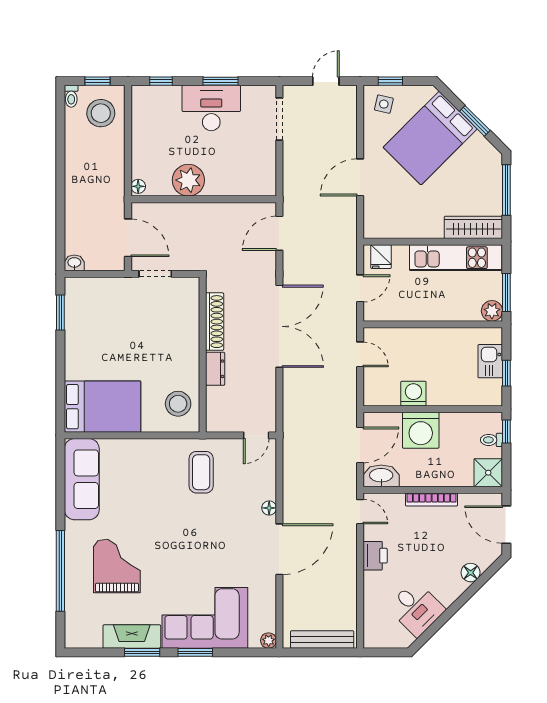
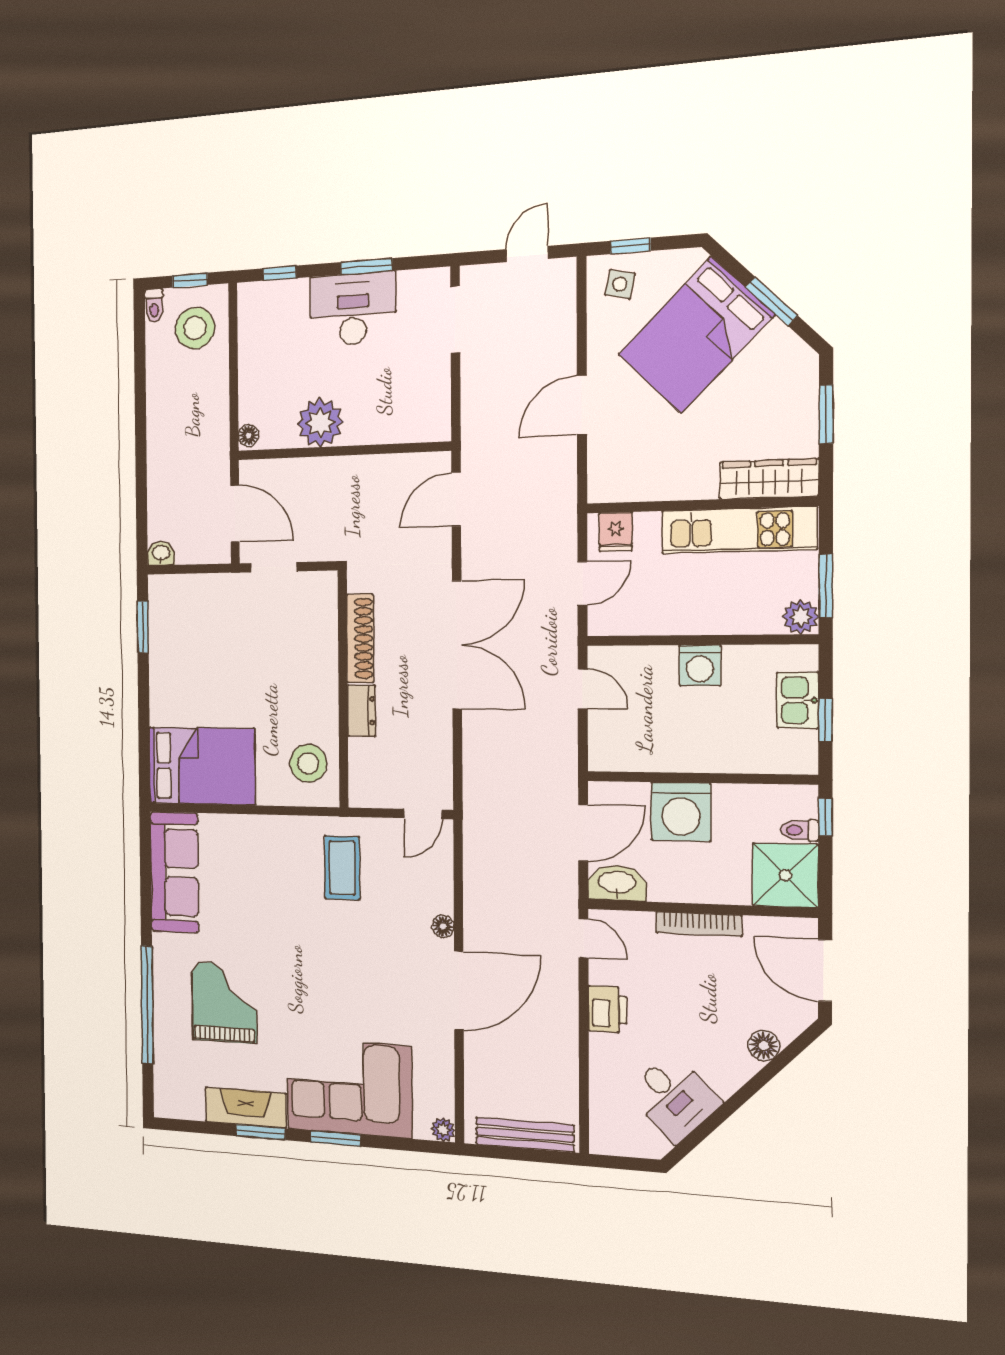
window: (506, 190) -> (826, 414), width x0.69
washing machine: (413, 394) -> (700, 665), moved, turned 180
shower: (488, 473) -> (785, 875), width x1.36, depth x1.36

